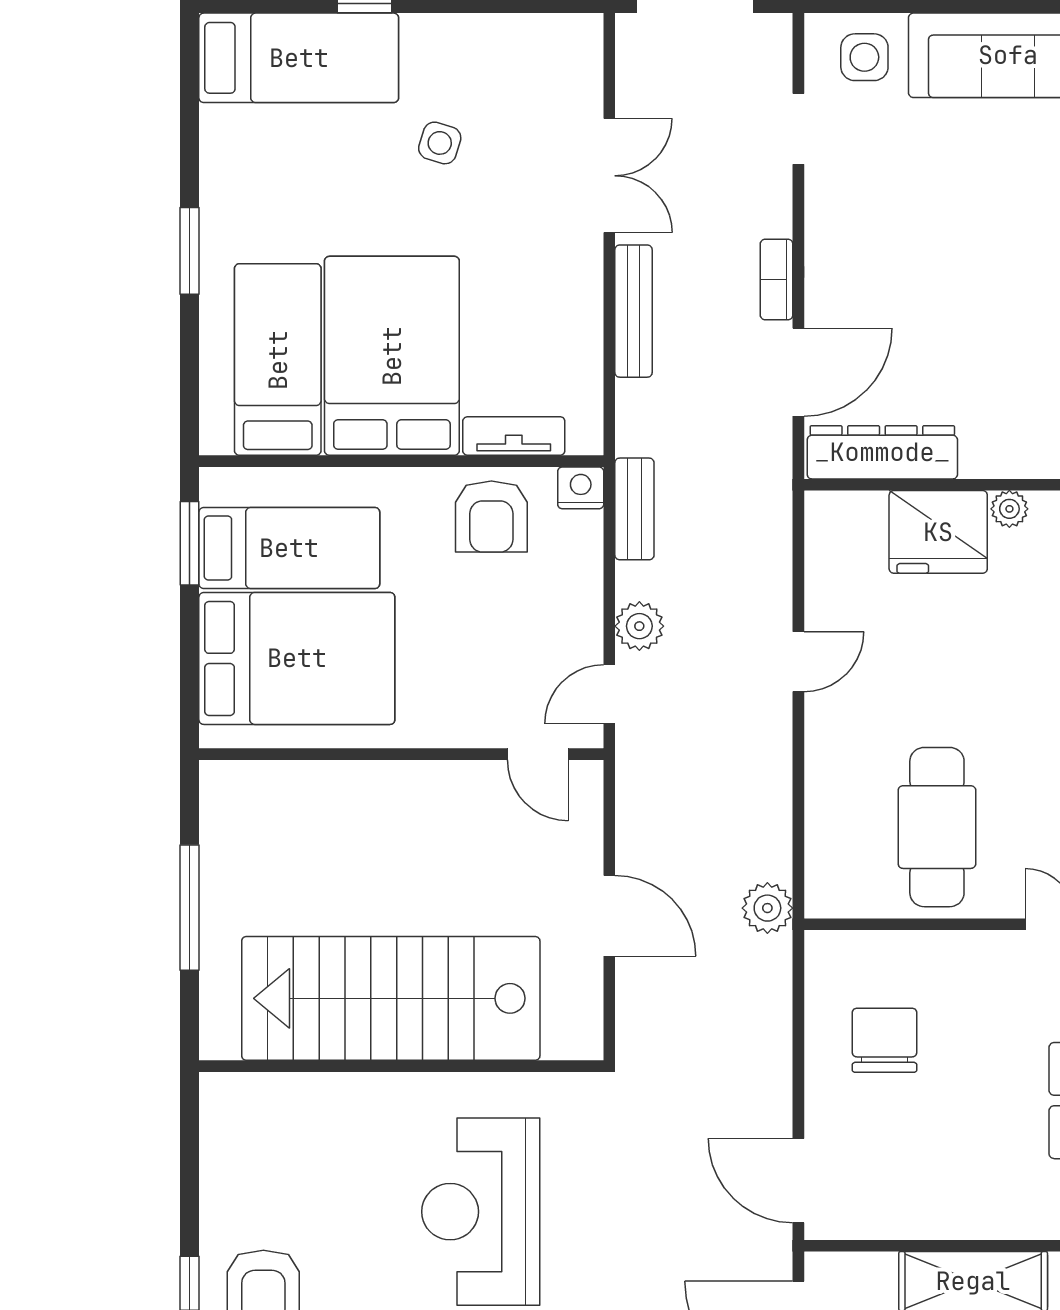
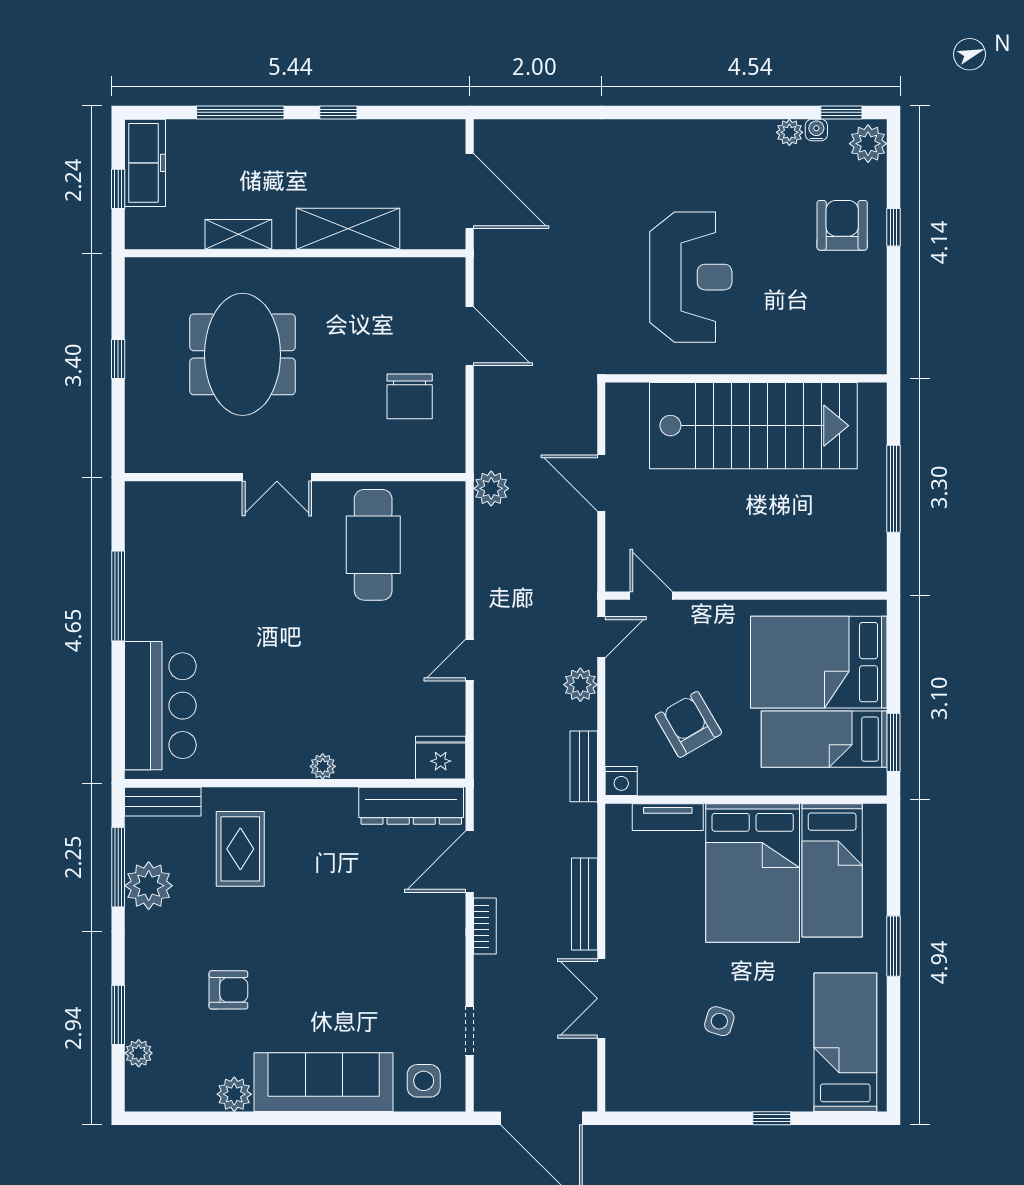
bed: (299, 58) -> (845, 1042), moved, turned 90
armchair: (491, 517) -> (688, 724), moved, turned -30
fridge: (938, 532) -> (441, 758), moved, width x0.73, depth x0.75
door: (798, 1181) -> (470, 336), moved

